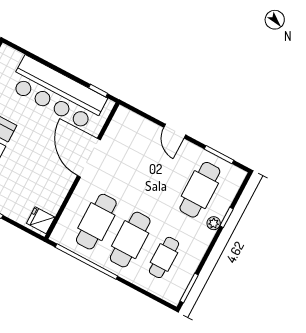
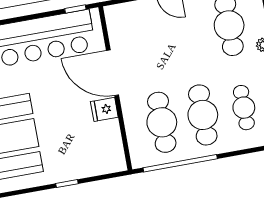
fridge: (41, 220) -> (104, 109), moved

